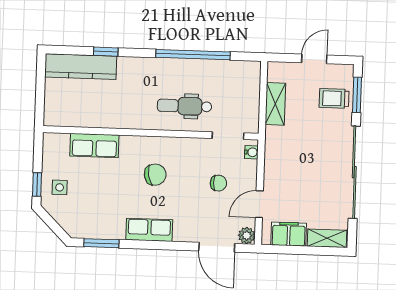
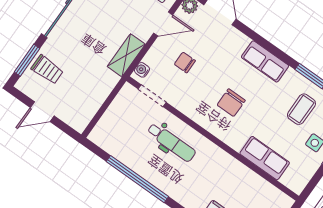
shelving: (275, 104) -> (126, 55), moved
chair: (155, 175) -> (231, 103), turned -79
coffee table: (90, 209) -> (301, 109), added

